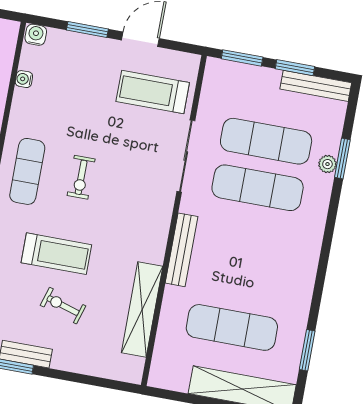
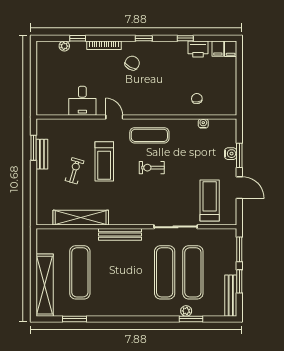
water cooler: (36, 35) -> (231, 154), moved

